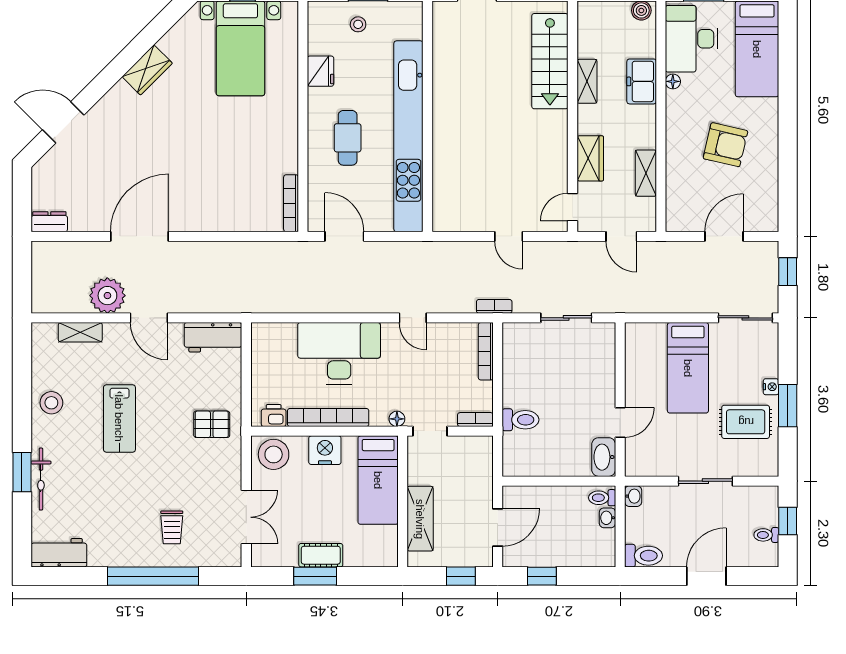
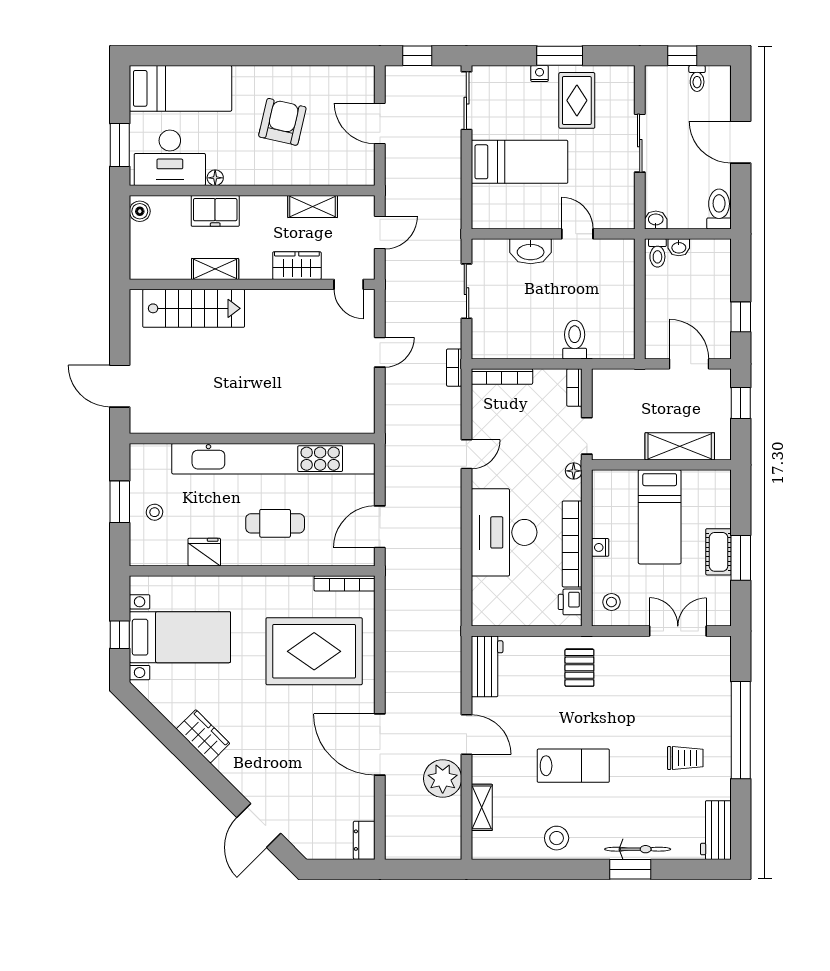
rug: (227, 175) -> (314, 651), added
door: (149, 318) -> (466, 734), hinge flipped
nightstand: (325, 450) -> (600, 547), width x0.53, depth x0.56
stool: (274, 454) -> (611, 602), width x0.53, depth x0.53
washbasin: (604, 457) -> (531, 251), moved
bed: (378, 480) -> (660, 517), moved, turned 90
trolley: (172, 527) -> (685, 758), moved

